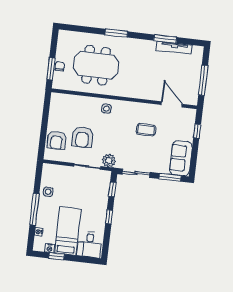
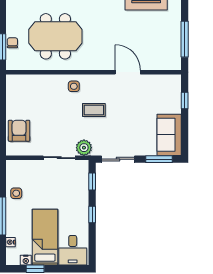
door: (172, 104) -> (128, 72), moved
coffee table: (146, 130) -> (94, 110), moved
armchair: (82, 137) -> (49, 123), removed
armchair: (57, 140) -> (19, 131), turned 180

